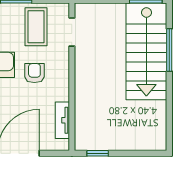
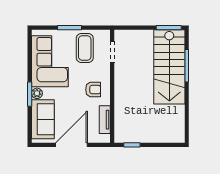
armchair: (34, 73) -> (93, 90), moved, turned 90

